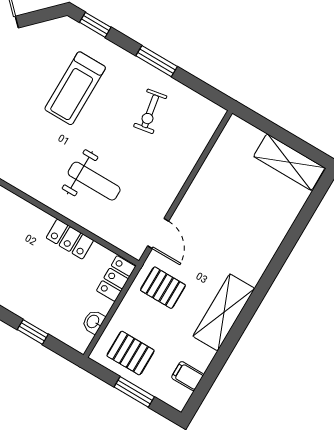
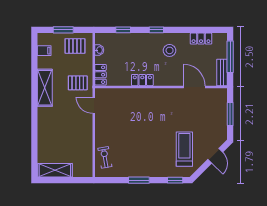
treadmill: (75, 88) -> (184, 149), moved
exercise bike: (150, 111) -> (105, 157), moved
weight bench: (94, 181) -> (135, 112), removed
locker: (70, 239) -> (142, 80), moved

